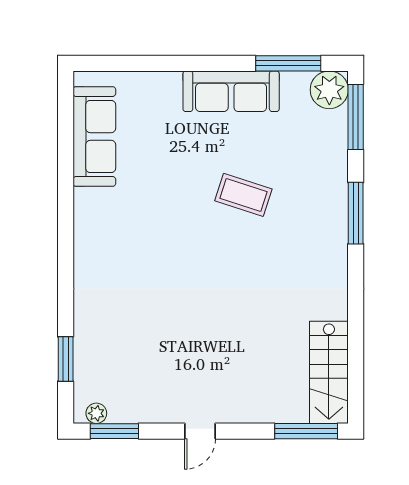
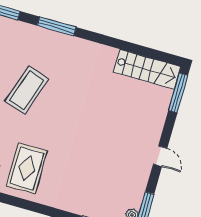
coffee table: (243, 195) -> (27, 90), width x1.36, depth x1.32
rug: (122, 230) -> (27, 168), added

